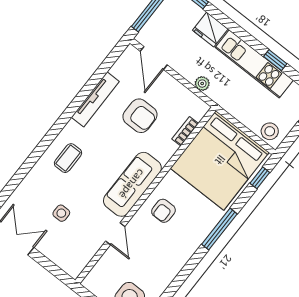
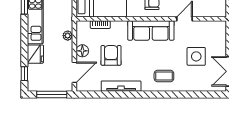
floor lamp: (171, 87) -> (82, 51), added
side table: (61, 213) -> (196, 56), width x1.87, depth x1.87

